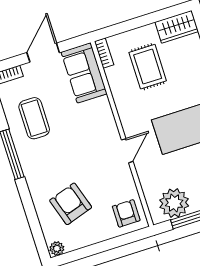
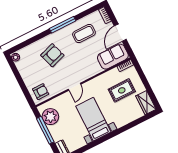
door: (43, 53) -> (120, 33), swing flipped
door: (127, 151) -> (75, 87), hinge flipped
armchair: (71, 204) -> (52, 55), moved

